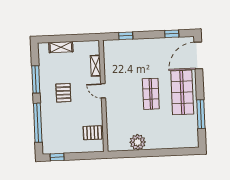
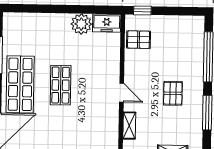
freezer: (118, 144) -> (107, 23), added
window: (57, 157) -> (142, 10), moved

